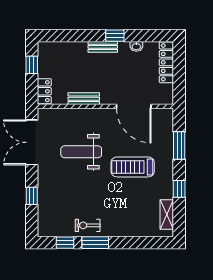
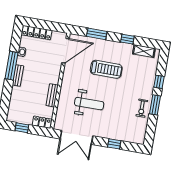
window: (115, 36) -> (11, 66), width x2.17
door: (134, 106) -> (65, 51), moved
weight bench: (81, 152) -> (89, 104), turned -90
treadmill: (133, 167) -> (106, 69), turned -90
window: (65, 243) -> (159, 82), moved

